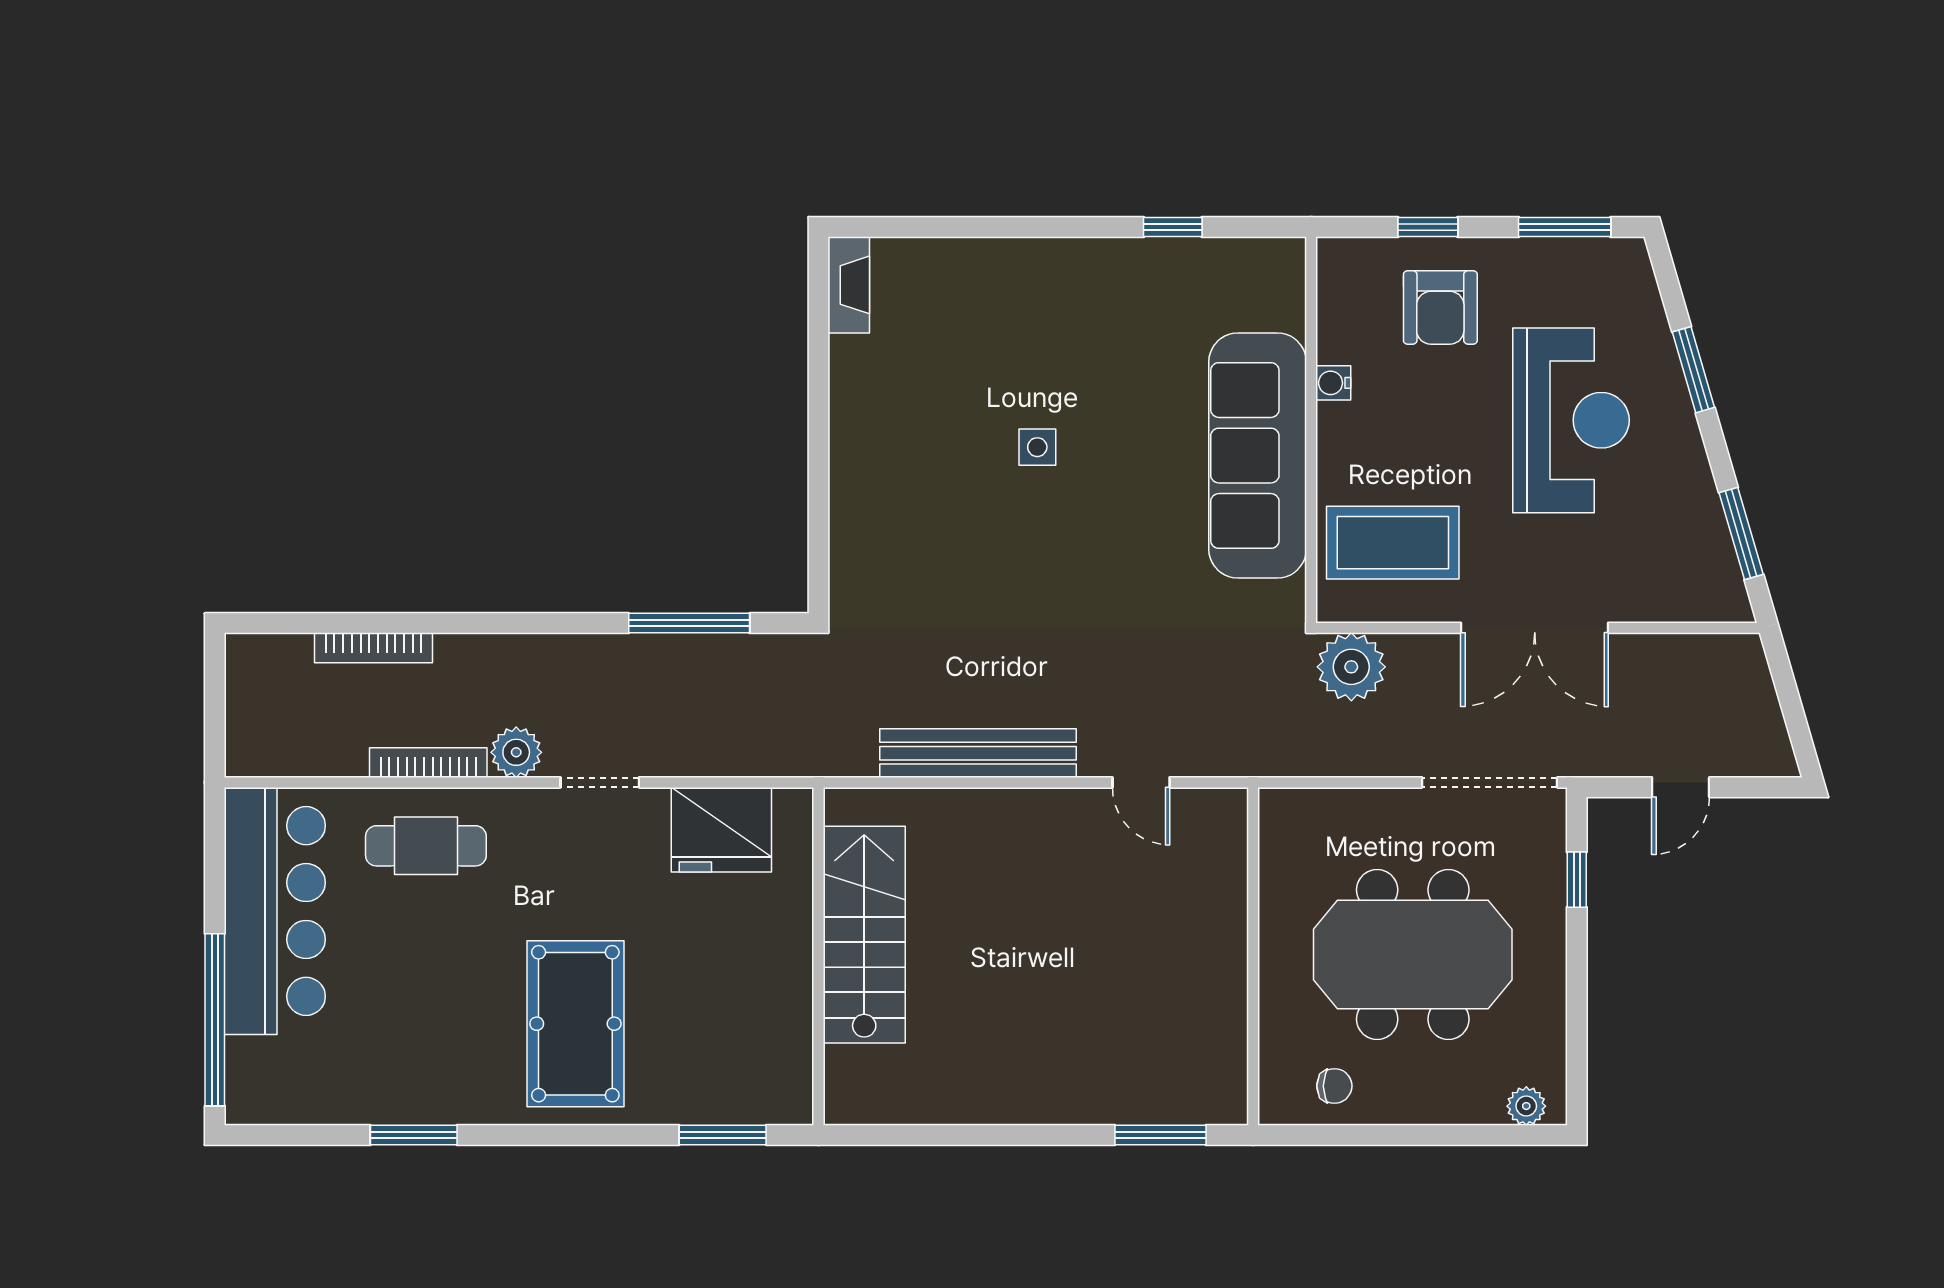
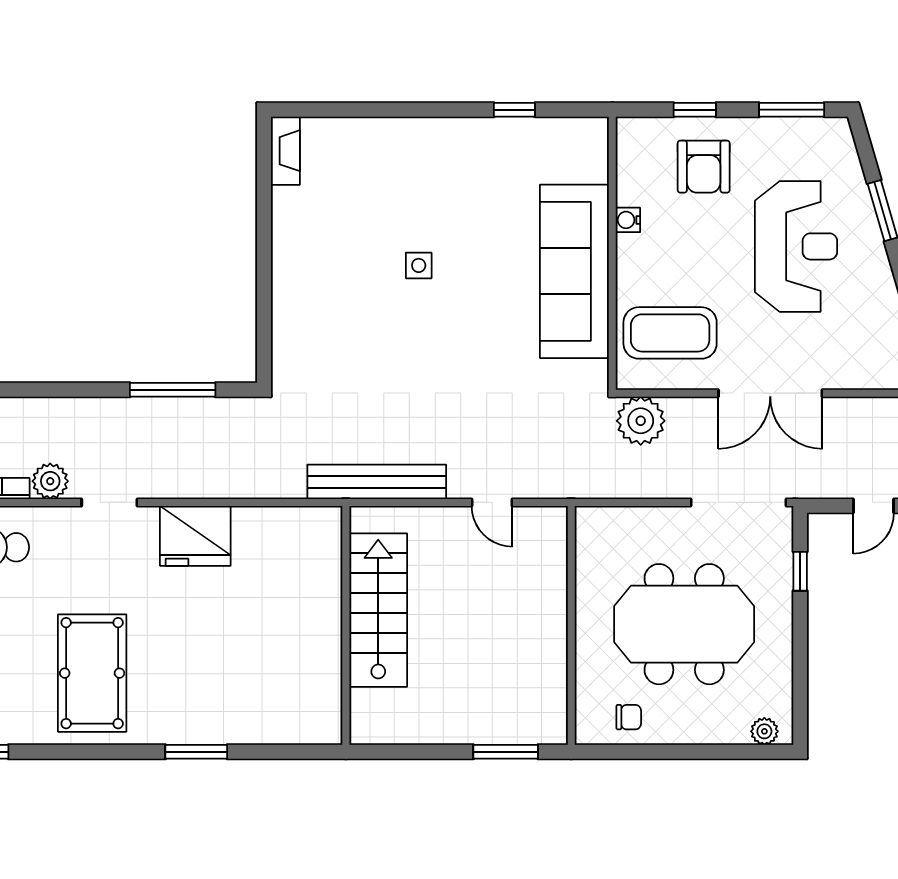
stairs: (864, 935) -> (378, 610), moved
wall: (818, 956) -> (346, 625), moved

